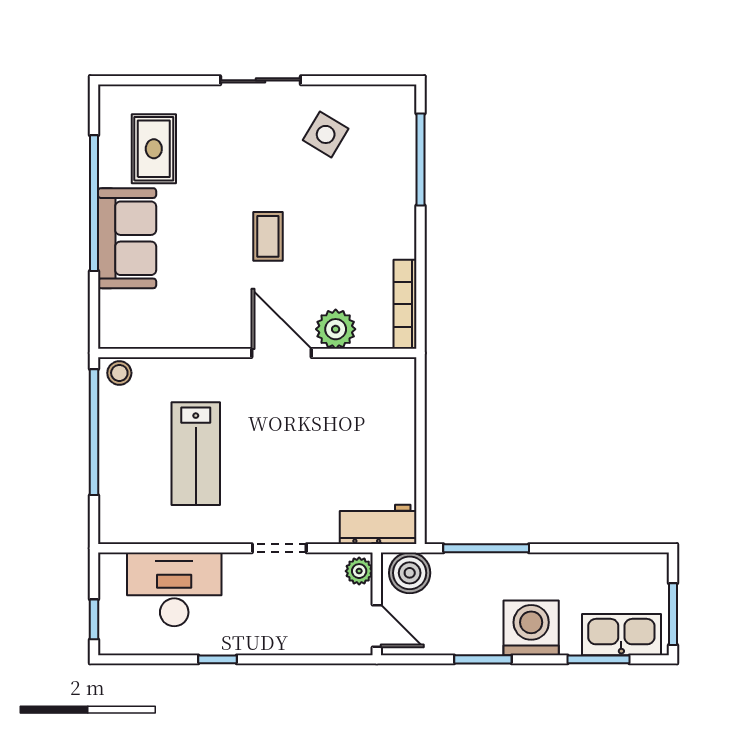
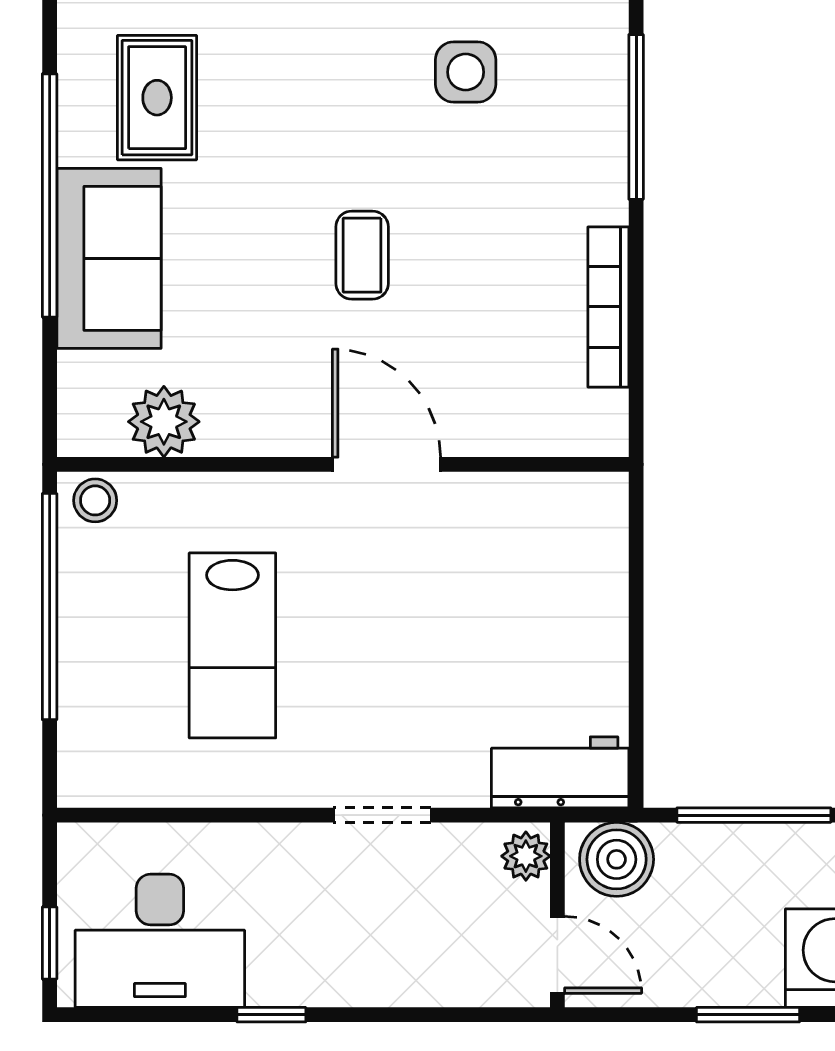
side table: (326, 134) -> (466, 72), turned -31
bookcase: (405, 304) -> (608, 307), moved
plant: (336, 329) -> (164, 422), moved
desk: (174, 589) -> (160, 941), moved, turned 180

